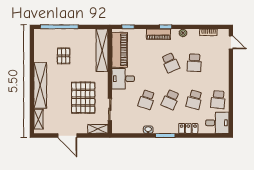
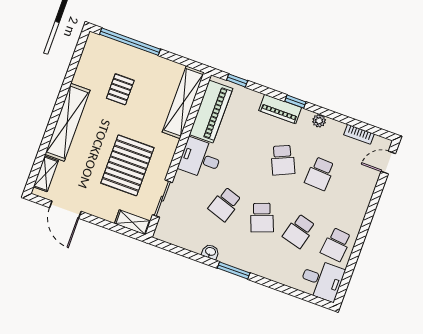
door: (231, 42) -> (388, 163), swing flipped
school desk: (170, 100) -> (262, 218), turned -45
locker: (188, 128) -> (274, 272), removed
door: (67, 136) -> (65, 210), moved

